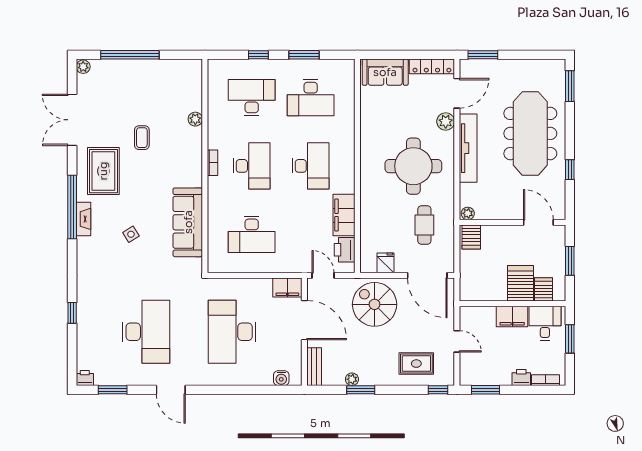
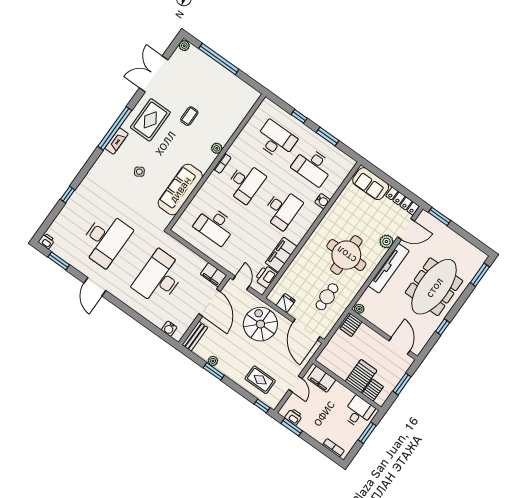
plant: (195, 119) -> (217, 148), moved
water cooler: (347, 127) -> (323, 201), added
filing cabinet: (512, 316) -> (322, 379), moved
printer: (521, 377) -> (294, 417), moved

